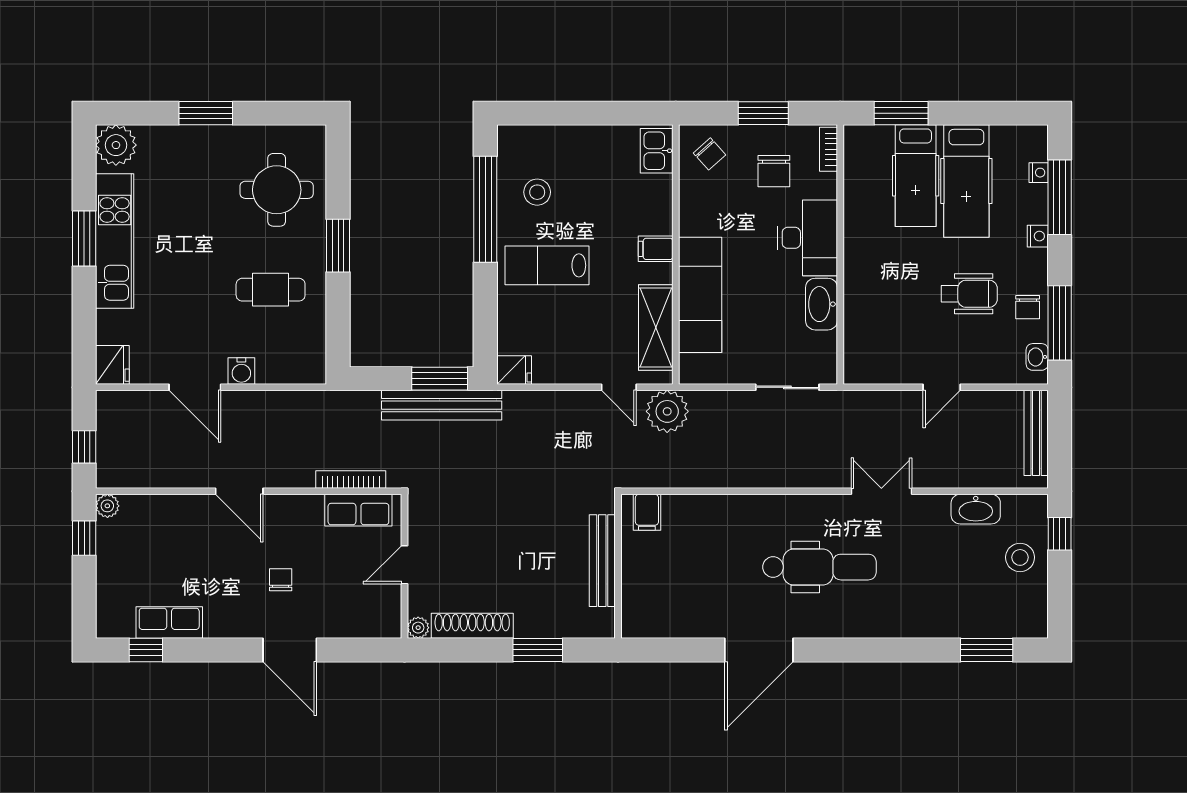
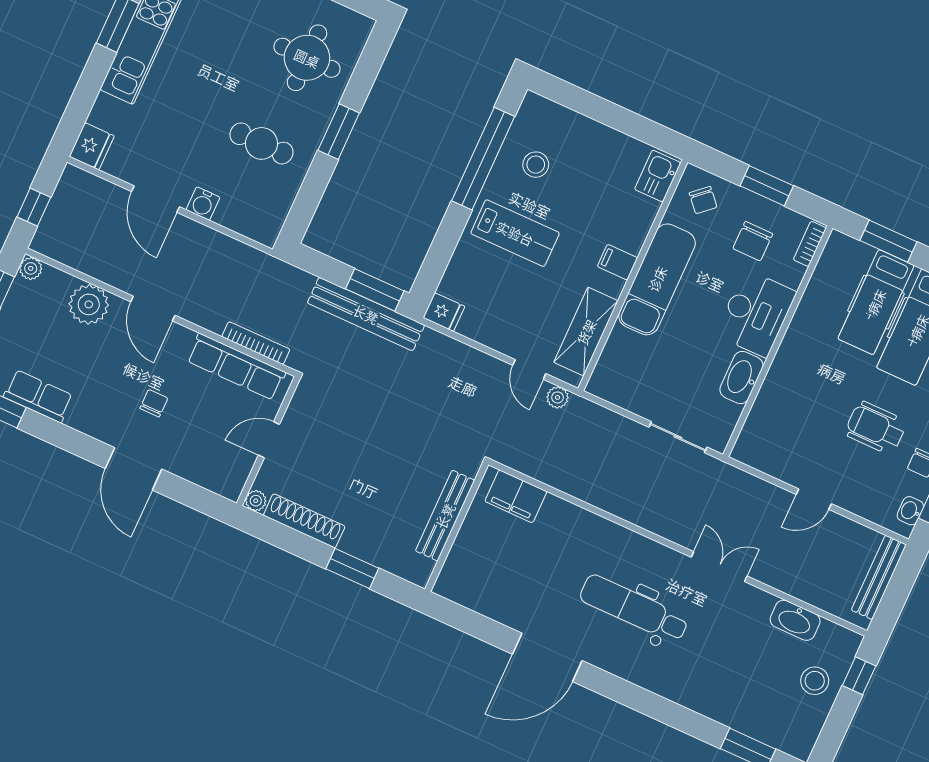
lab bench: (547, 265) -> (515, 233), turned 180
wheelchair: (969, 294) -> (876, 428), turned 180
exam couch: (700, 295) -> (657, 279), moved
plant: (667, 411) -> (558, 397), width x0.53, depth x0.53
row of seats: (358, 510) -> (236, 367), width x1.48
filing cabinet: (647, 512) -> (516, 496), width x2.00
plant: (177, 515) -> (89, 304), added
dental chair: (819, 567) -> (634, 608), turned 180

